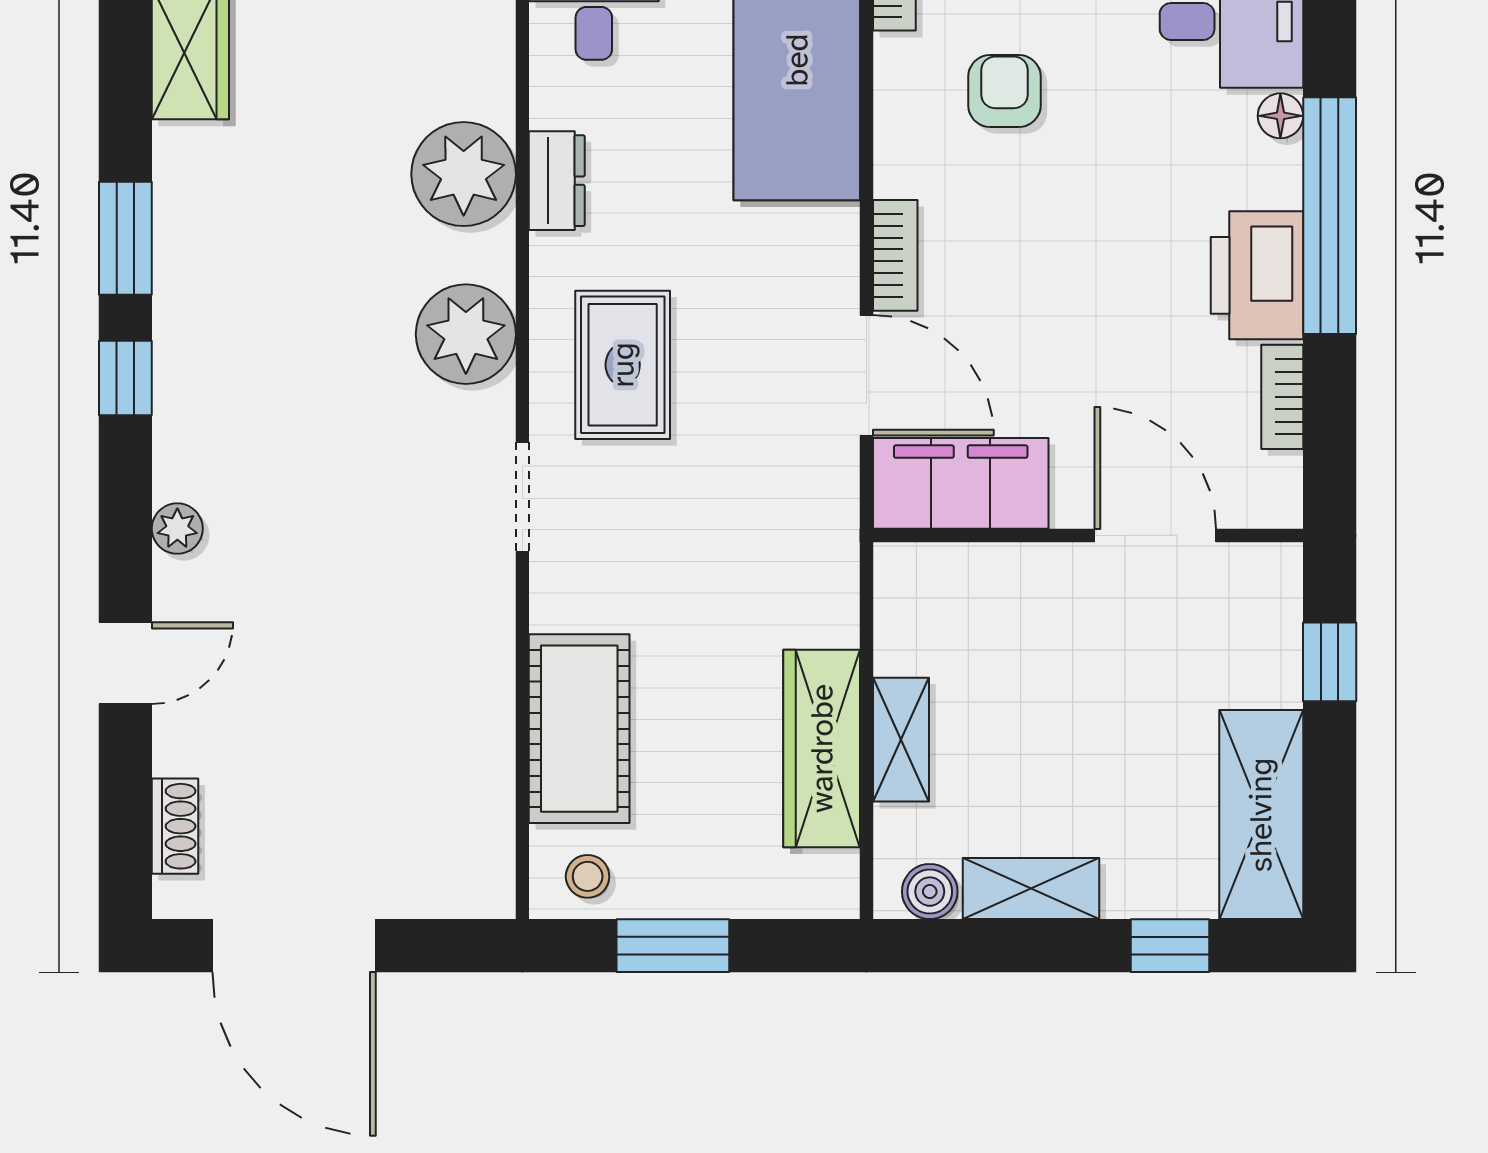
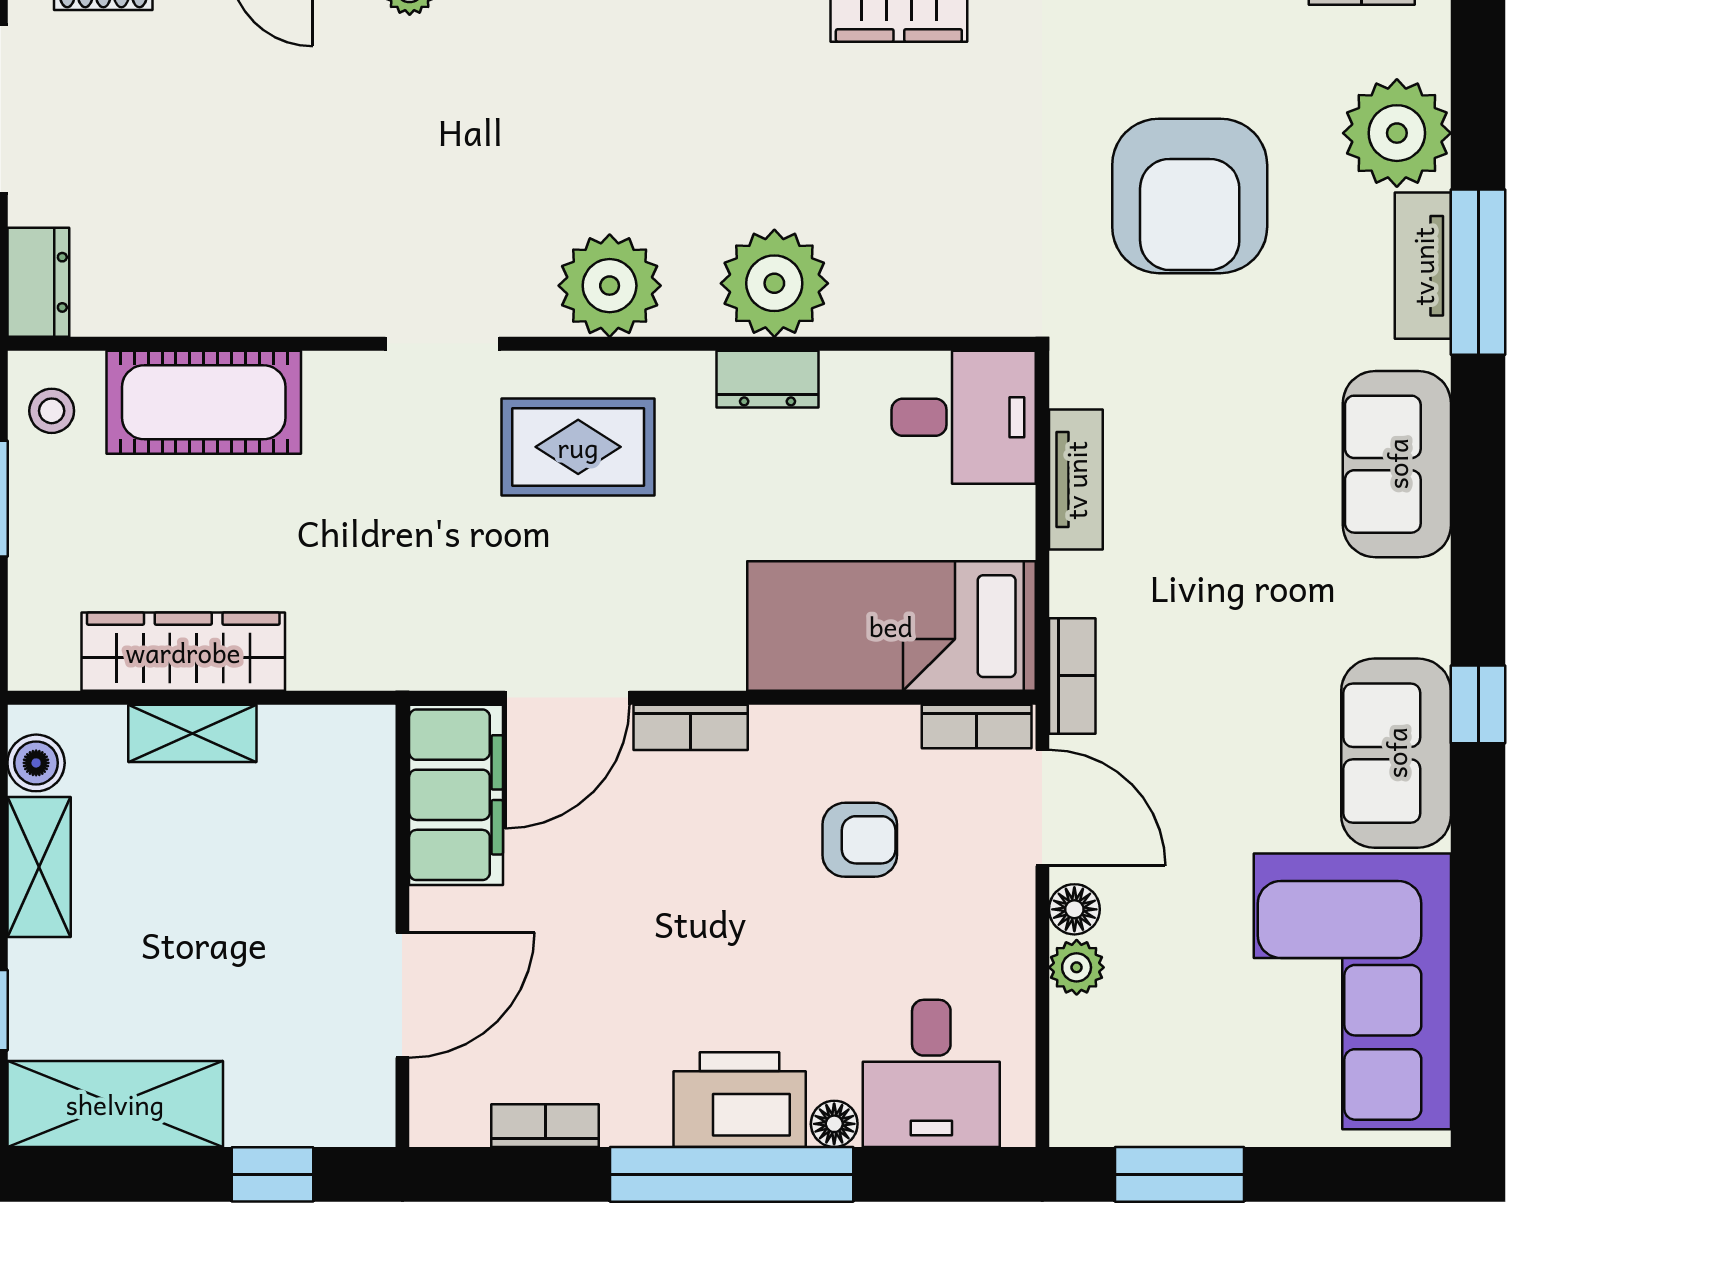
printer: (1257, 275) -> (740, 1100), moved
dresser: (463, 889) -> (38, 282), added

